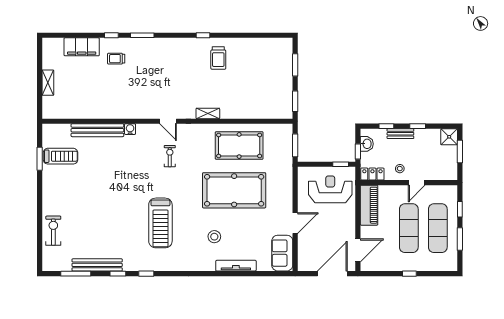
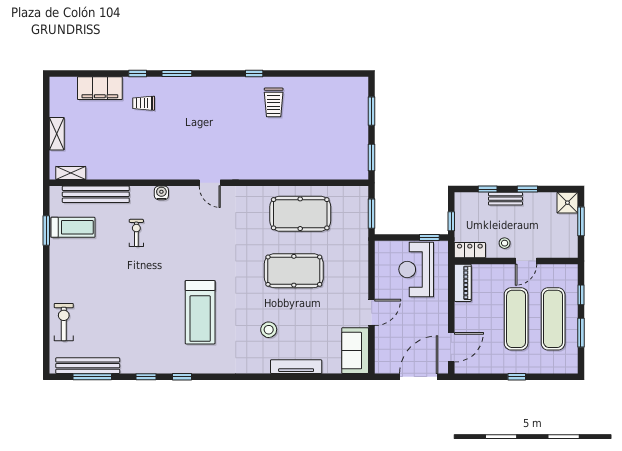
shelving: (208, 113) -> (71, 173), moved
bench: (97, 130) -> (96, 194), moved
washbasin: (367, 144) -> (463, 212), removed
exercise bike: (170, 156) -> (136, 233), moved
reception desk: (330, 189) -> (416, 269), turned -90
pool table: (234, 190) -> (294, 271), width x0.73, depth x0.76
piano: (369, 205) -> (463, 283), width x0.73, depth x0.75
bench: (97, 265) -> (88, 366), moved

